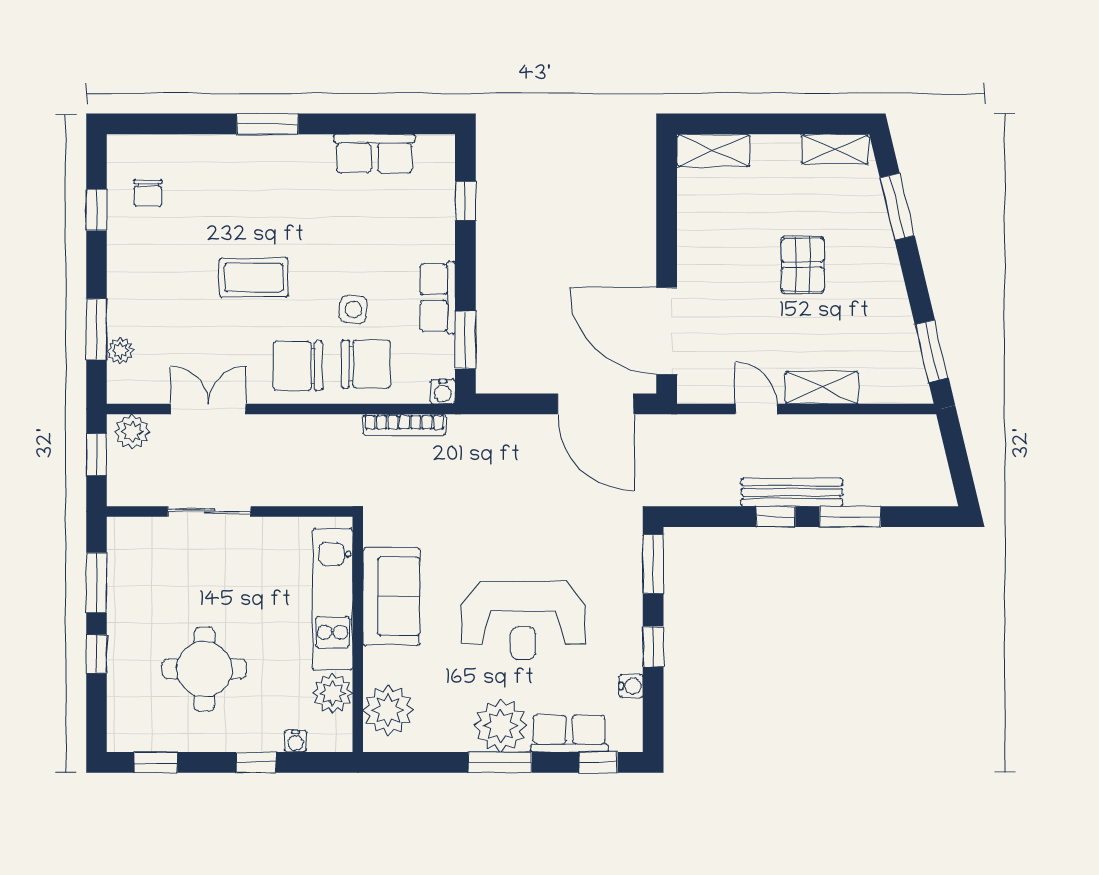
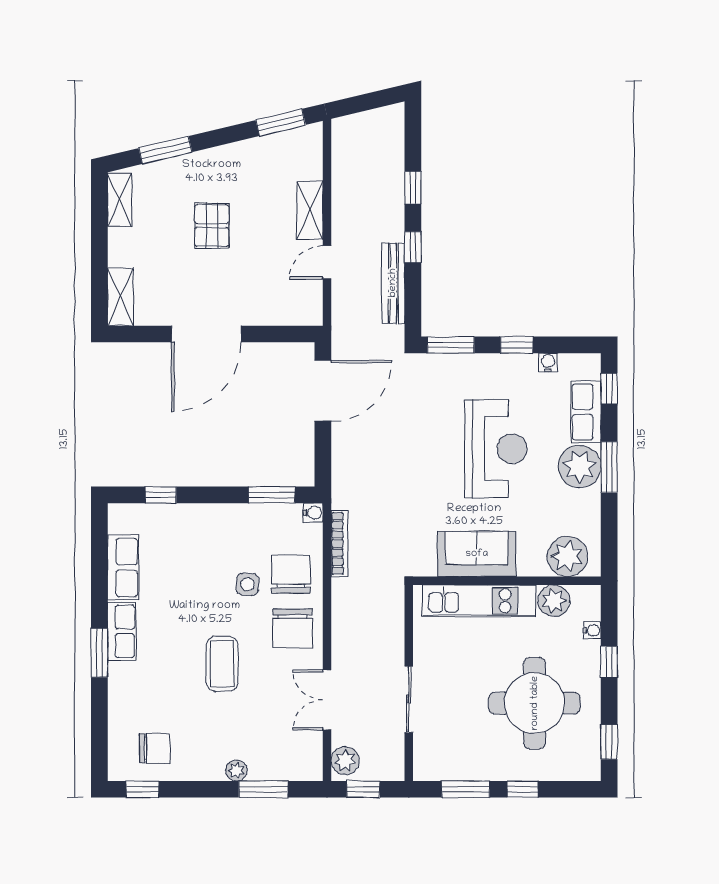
chair: (148, 193) -> (155, 748), width x1.37, depth x1.37
window: (97, 210) -> (142, 789), moved
pallet: (803, 265) -> (212, 226), turned 90
row of seats: (438, 298) -> (122, 631), moved, turned -90
door: (667, 331) -> (206, 334), moved
plant: (120, 351) -> (236, 770), moved
bench: (792, 492) -> (393, 283), moved
window: (850, 517) -> (413, 188), width x0.67
round table: (204, 669) -> (535, 703), width x1.36, depth x1.36

